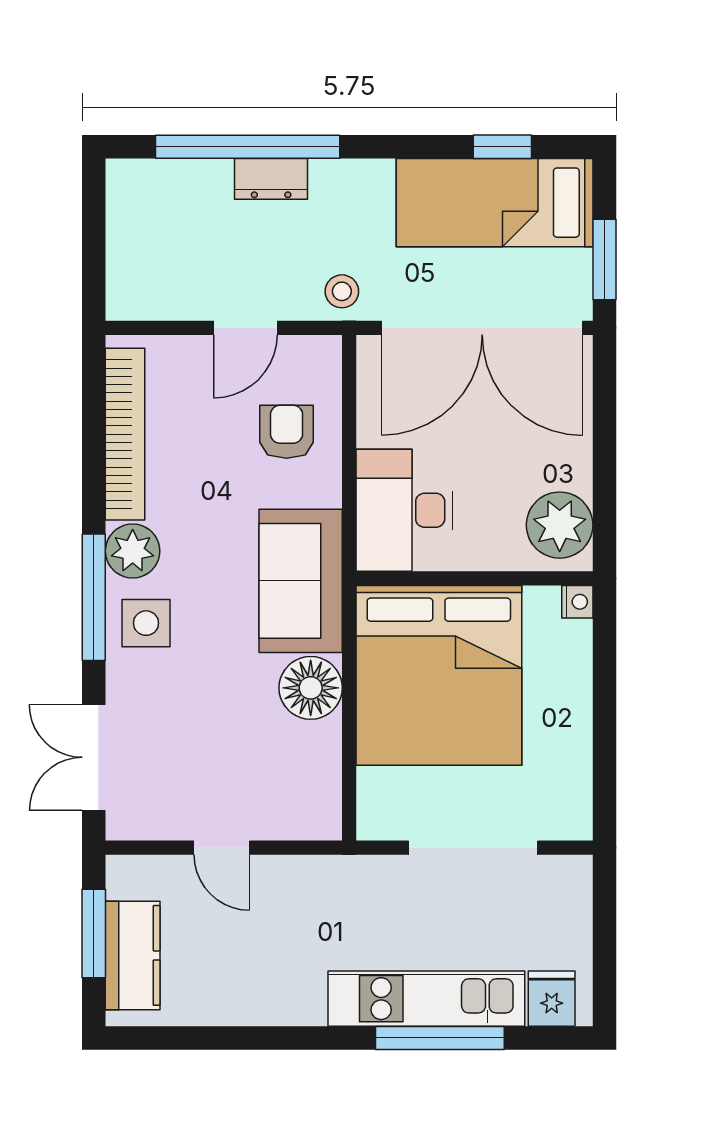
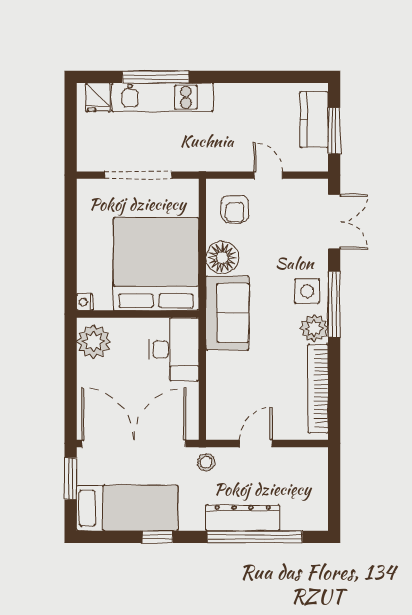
window: (502, 147) -> (158, 537), moved
dresser: (271, 179) -> (243, 518), width x1.96, depth x1.24
armchair: (287, 432) -> (235, 209), moved

